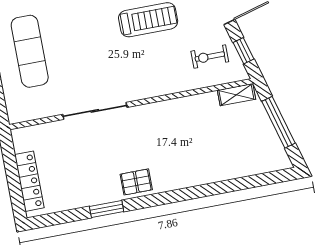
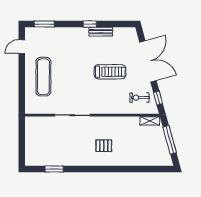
locker: (29, 181) -> (30, 146), removed
pallet: (136, 182) -> (104, 146), moved
window: (107, 209) -> (54, 169), moved

